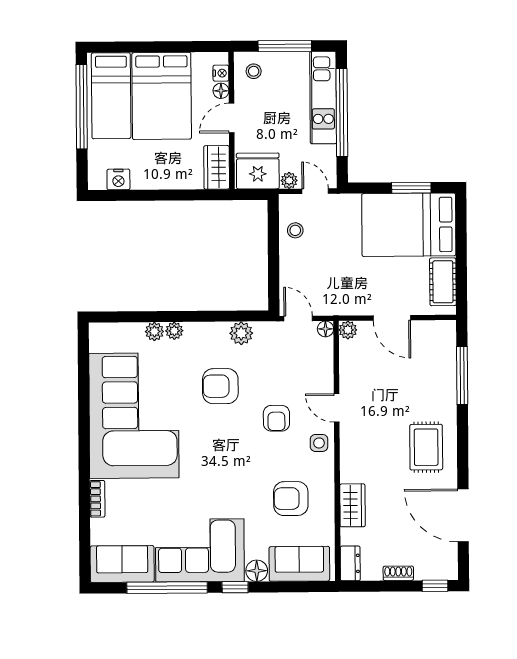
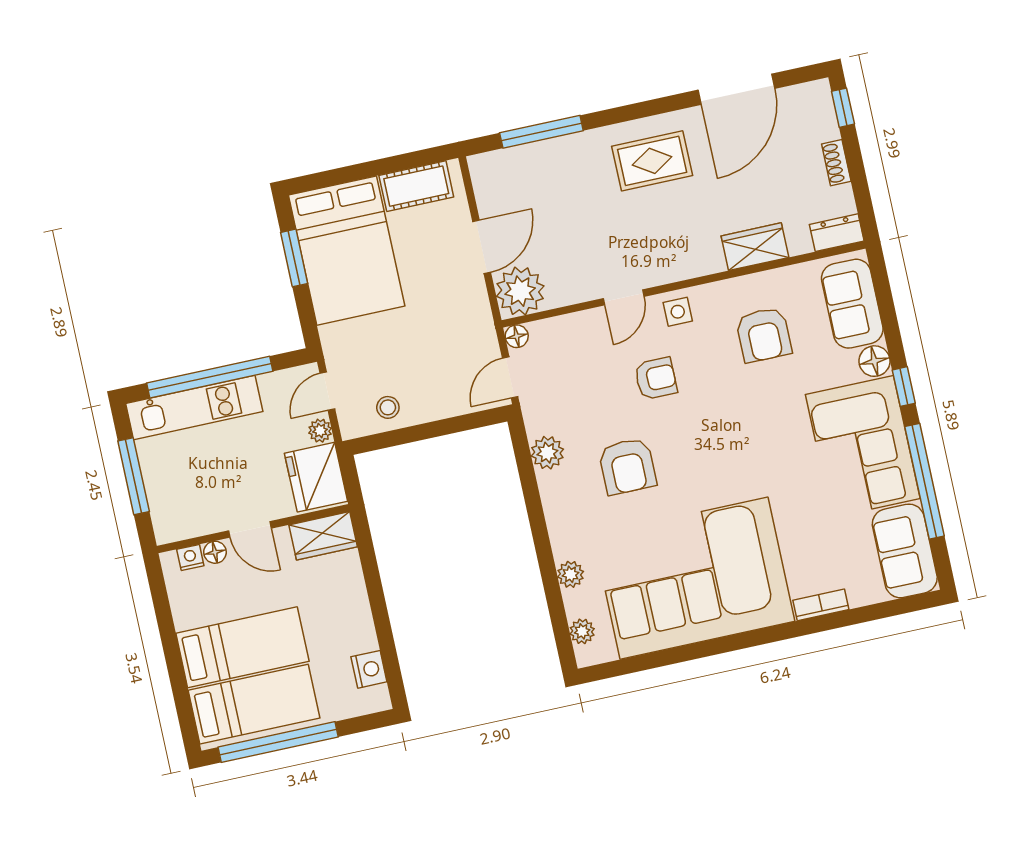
stool: (254, 71) -> (178, 512), removed
bed: (162, 96) -> (242, 647), width x0.67
plant: (348, 330) -> (520, 291), width x1.88, depth x1.88
plant: (174, 331) -> (582, 631), moved

